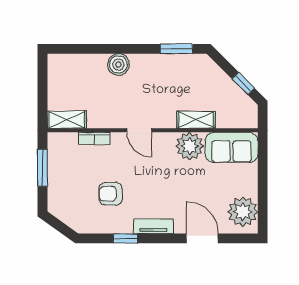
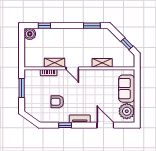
window: (86, 49) -> (44, 26), added
boiler: (118, 64) -> (30, 34), moved
shelving: (67, 120) -> (54, 63), moved
plant: (190, 146) -> (99, 77), removed
sofa: (232, 147) -> (127, 89), moved, turned 90

